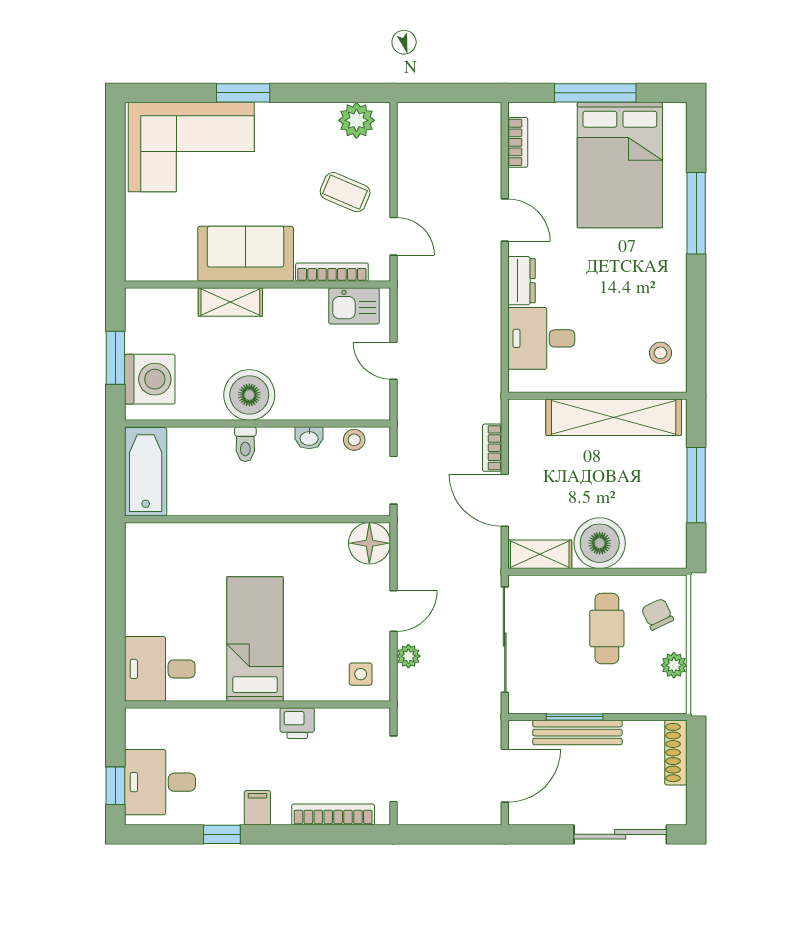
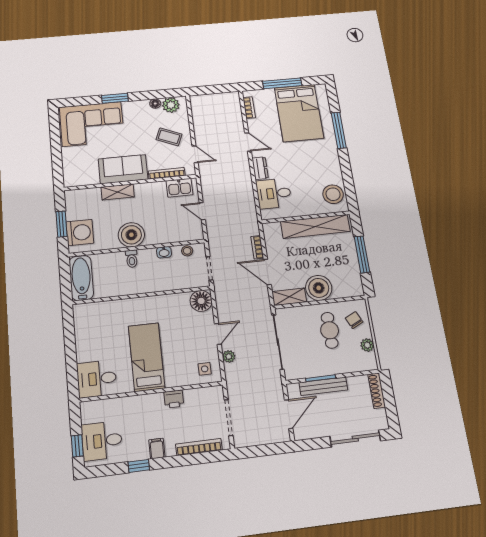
floor lamp: (325, 113) -> (155, 103), added
stool: (660, 353) -> (333, 194), width x1.89, depth x1.89

